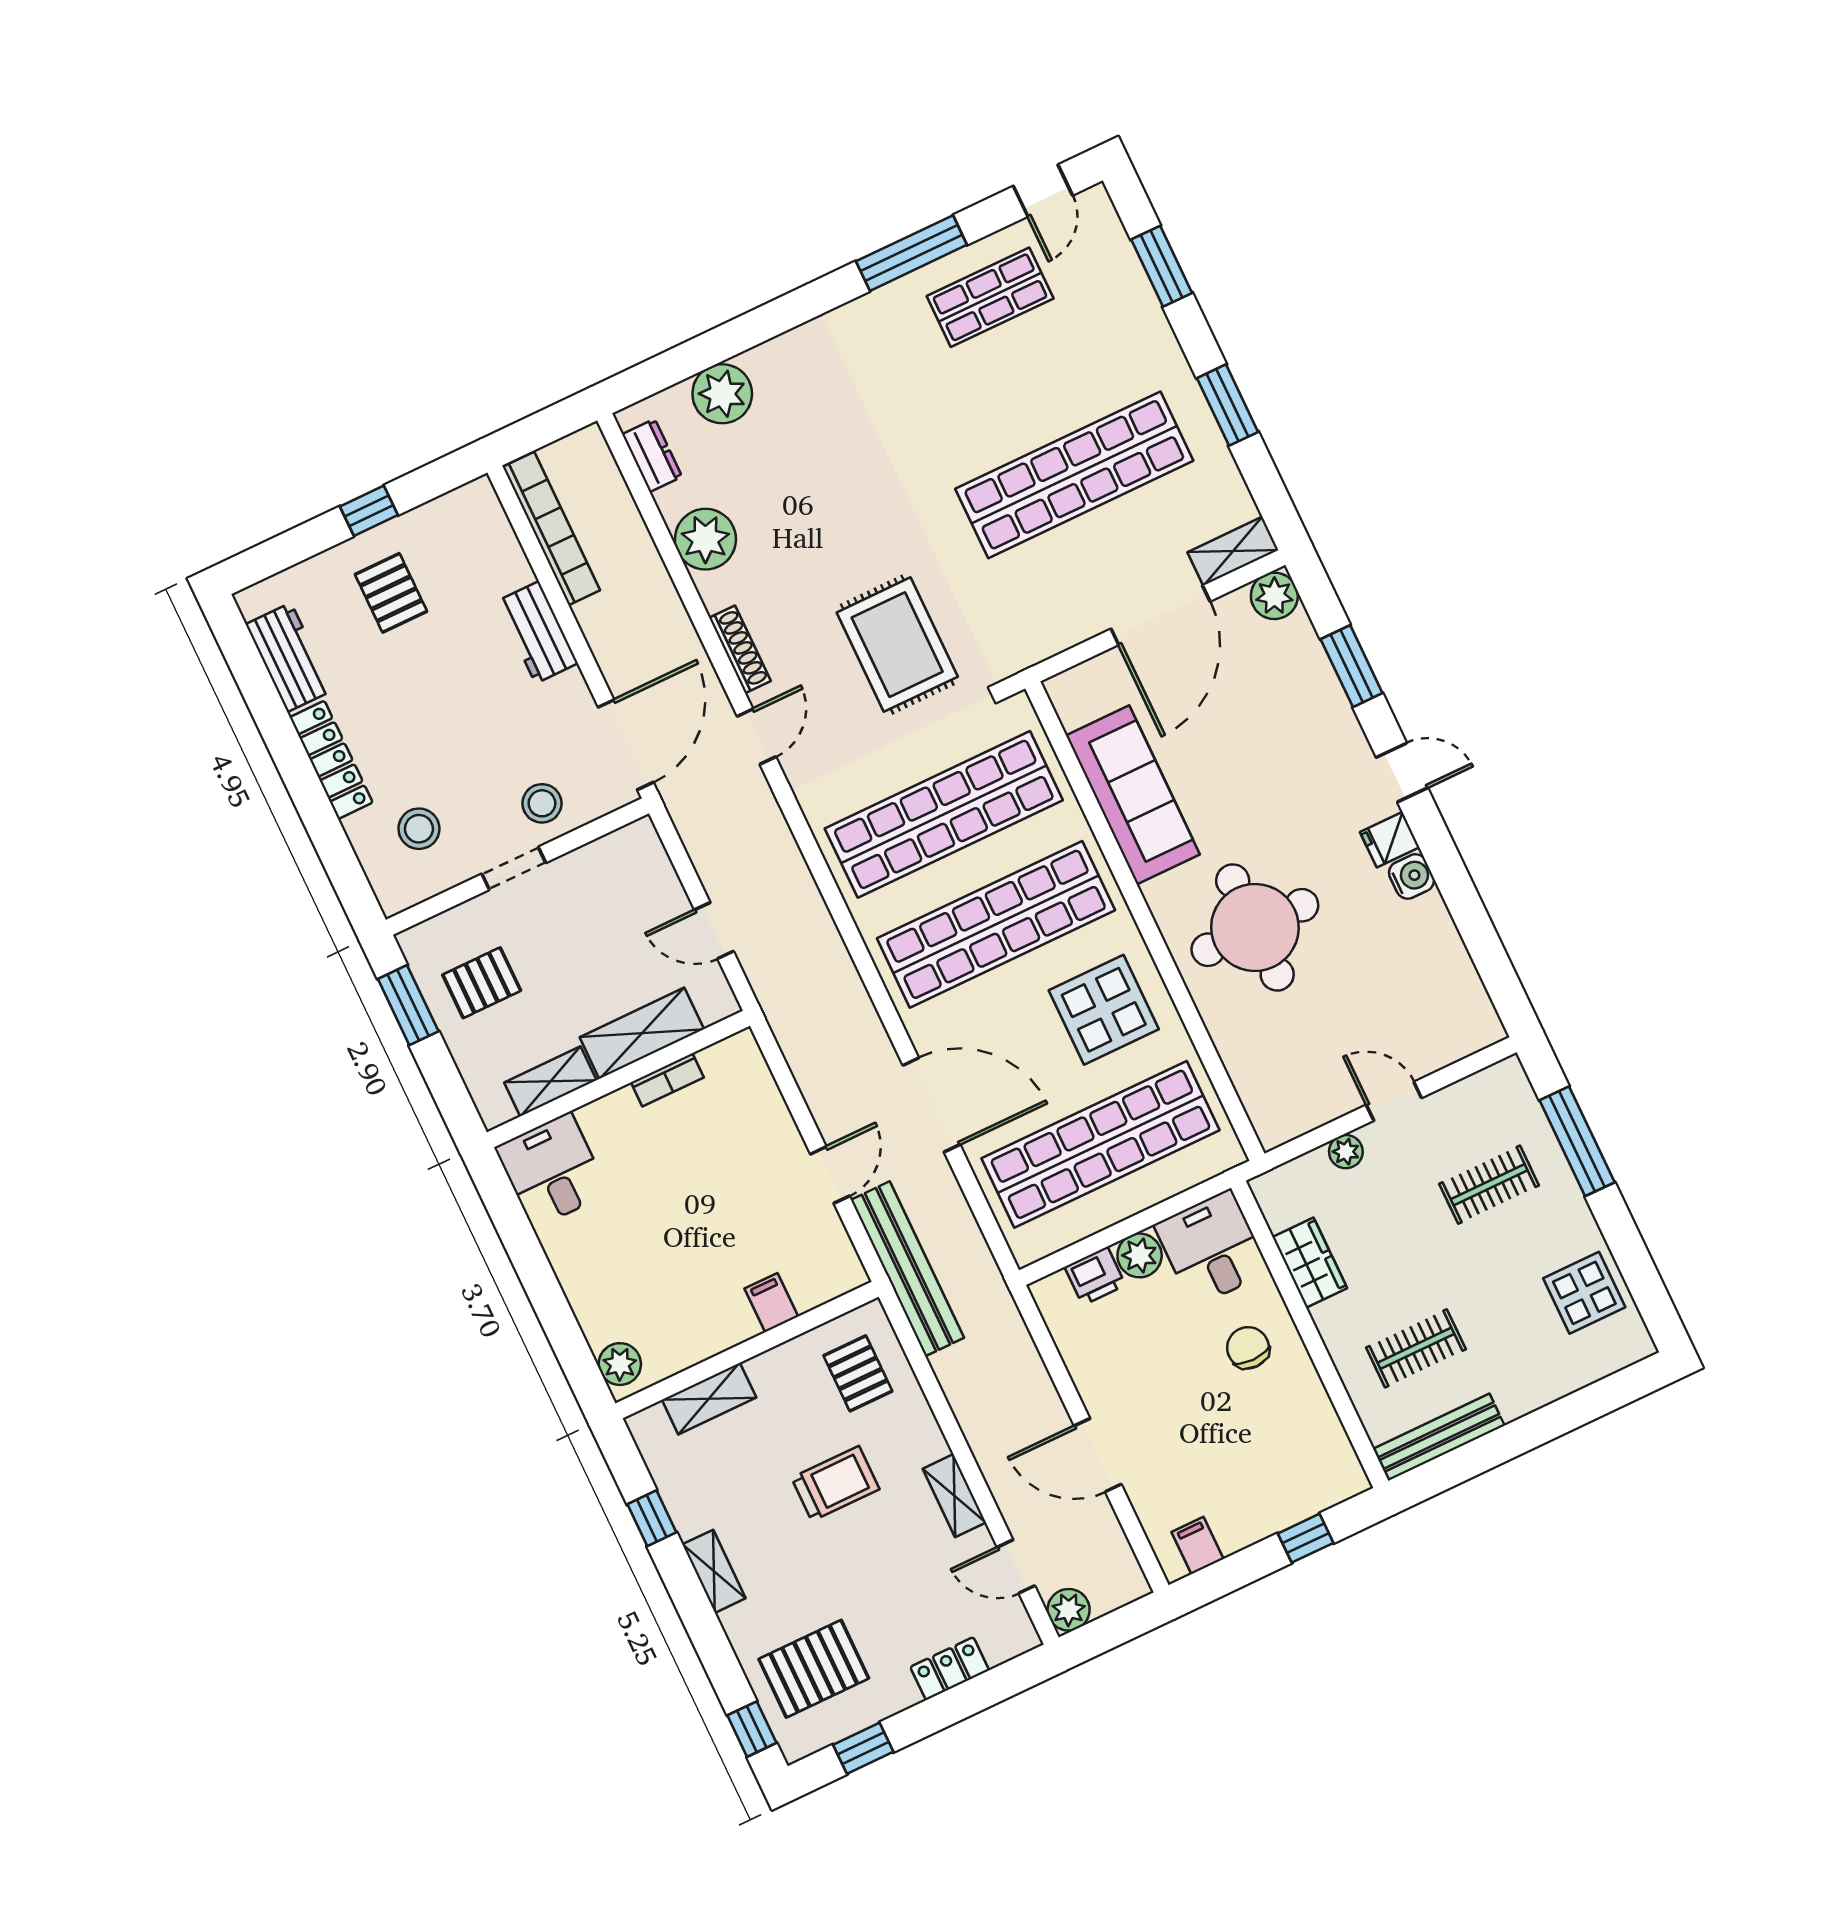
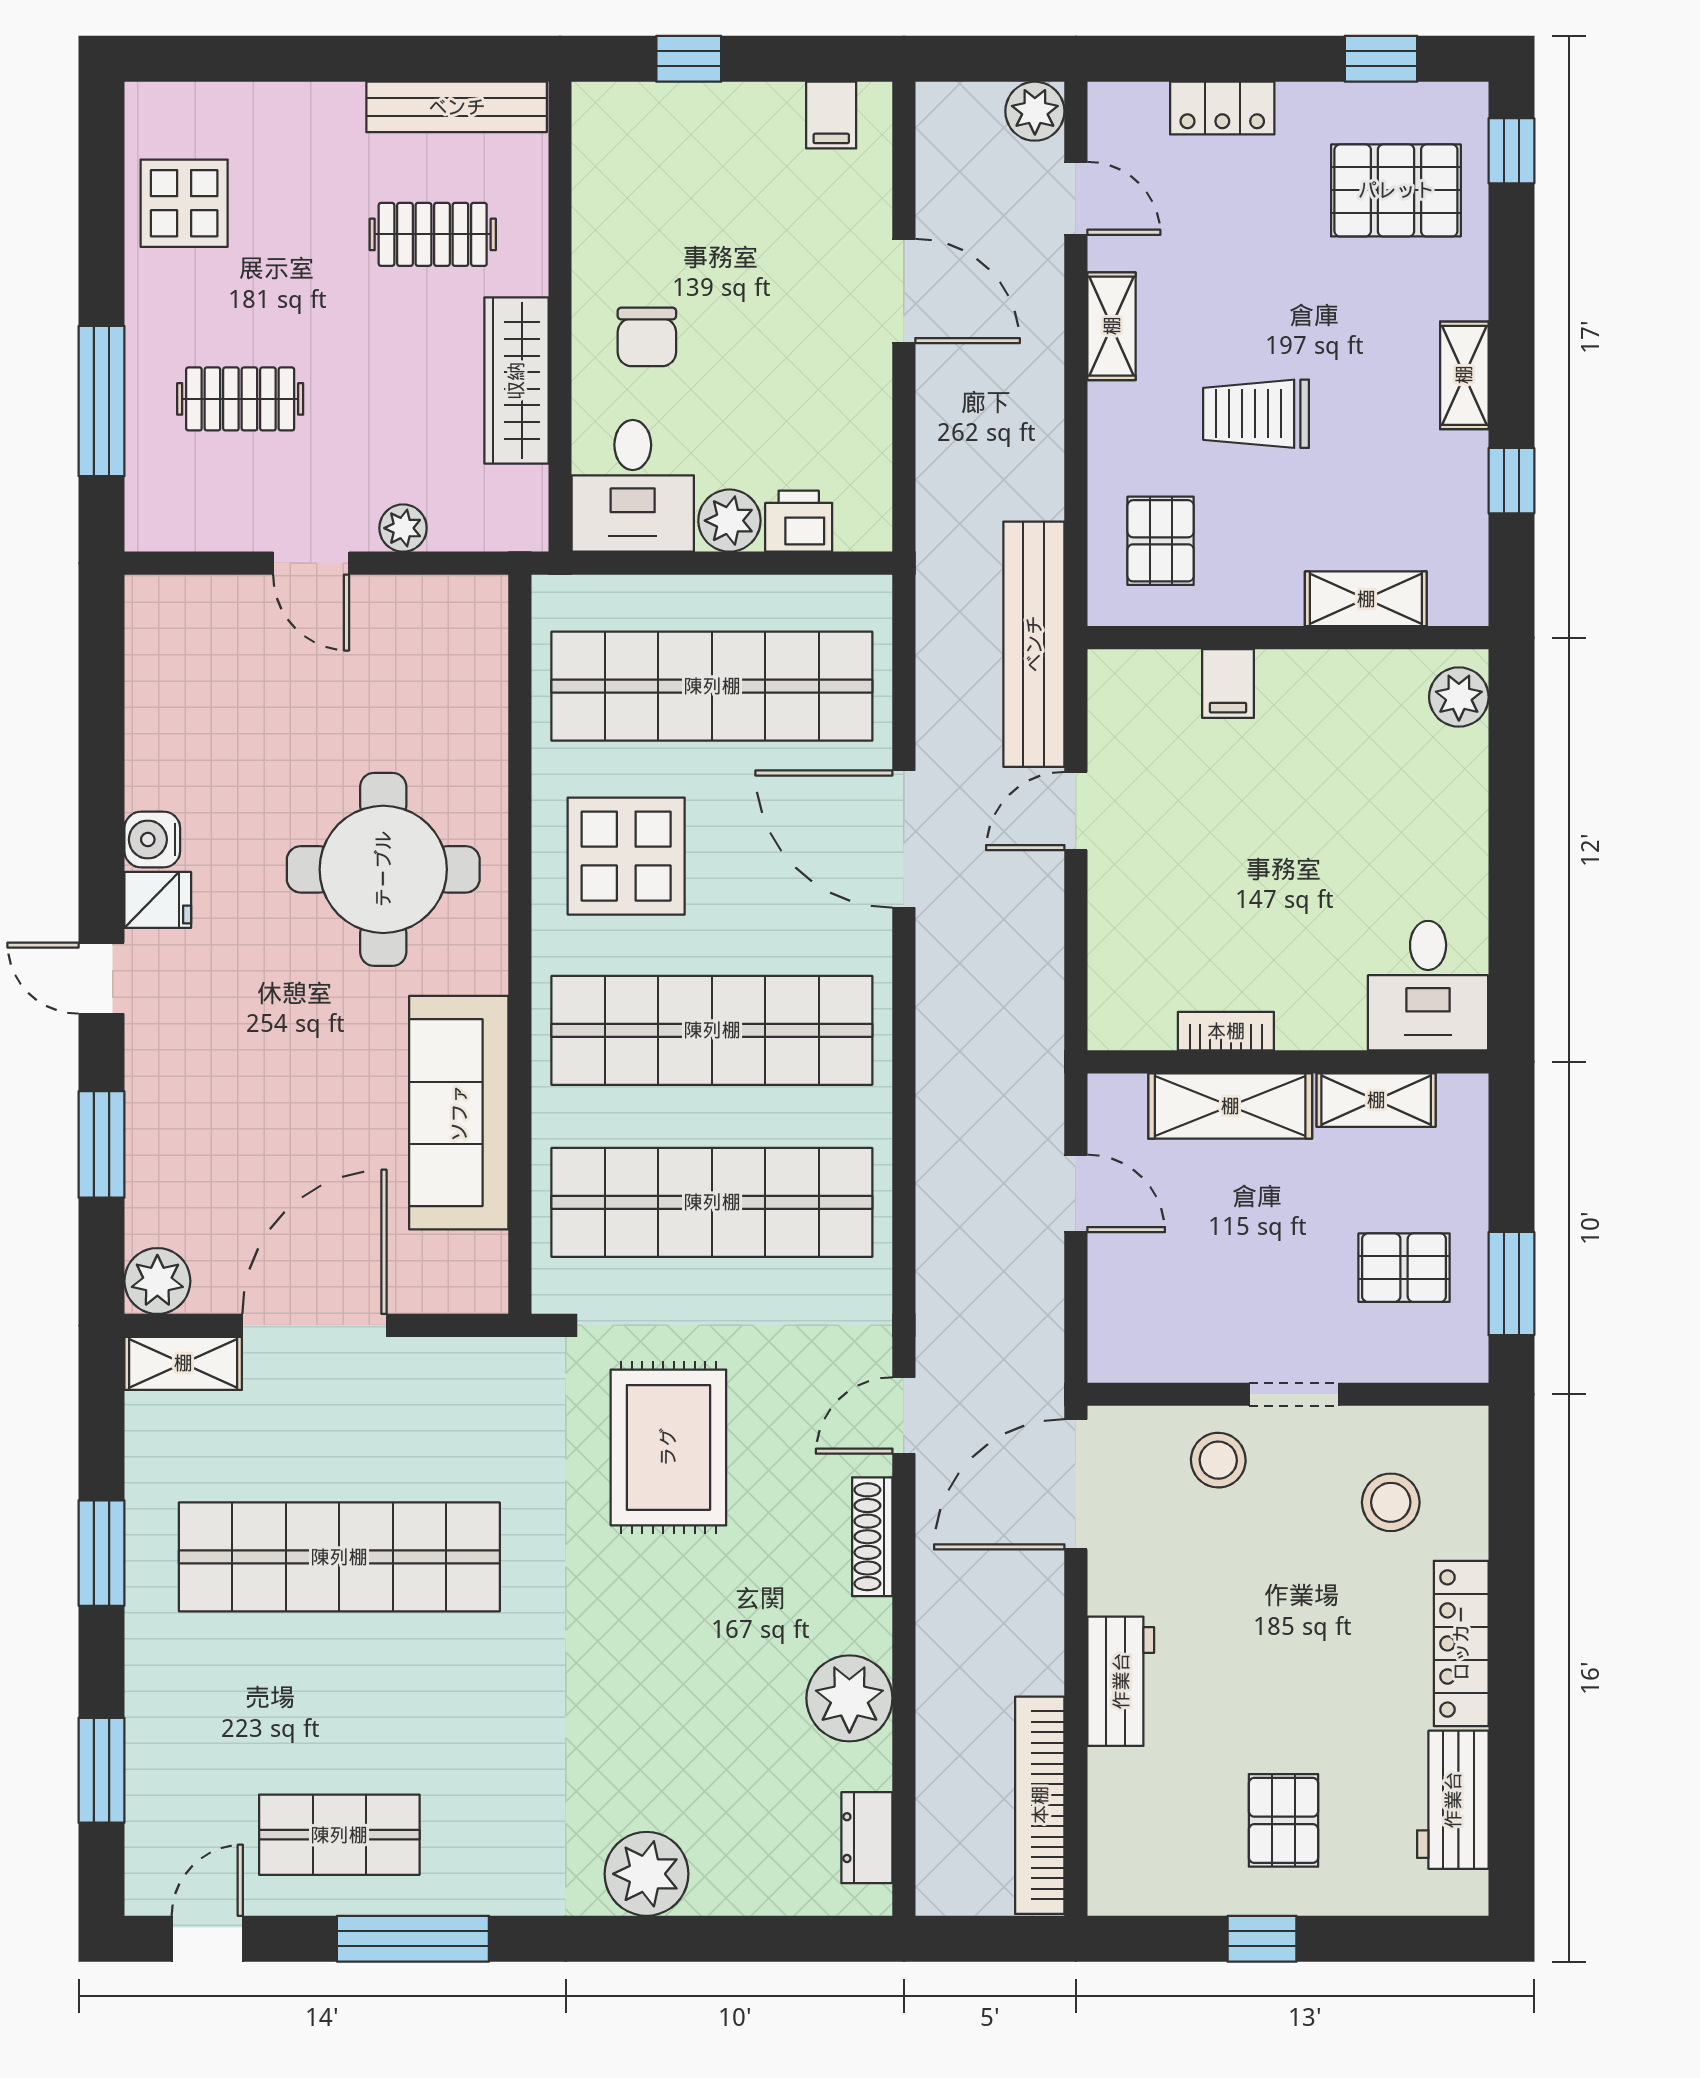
plant: (722, 394) -> (646, 1874), moved
wardrobe: (1310, 1263) -> (516, 381), width x1.50

